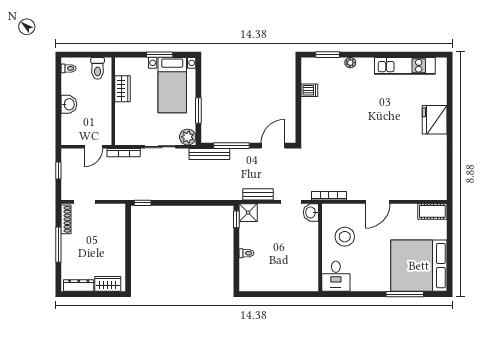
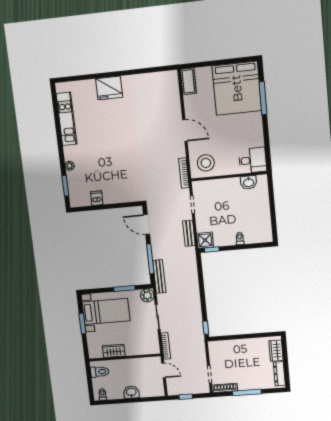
washbasin: (311, 212) -> (249, 182), moved
stool: (345, 237) -> (206, 163), moved

